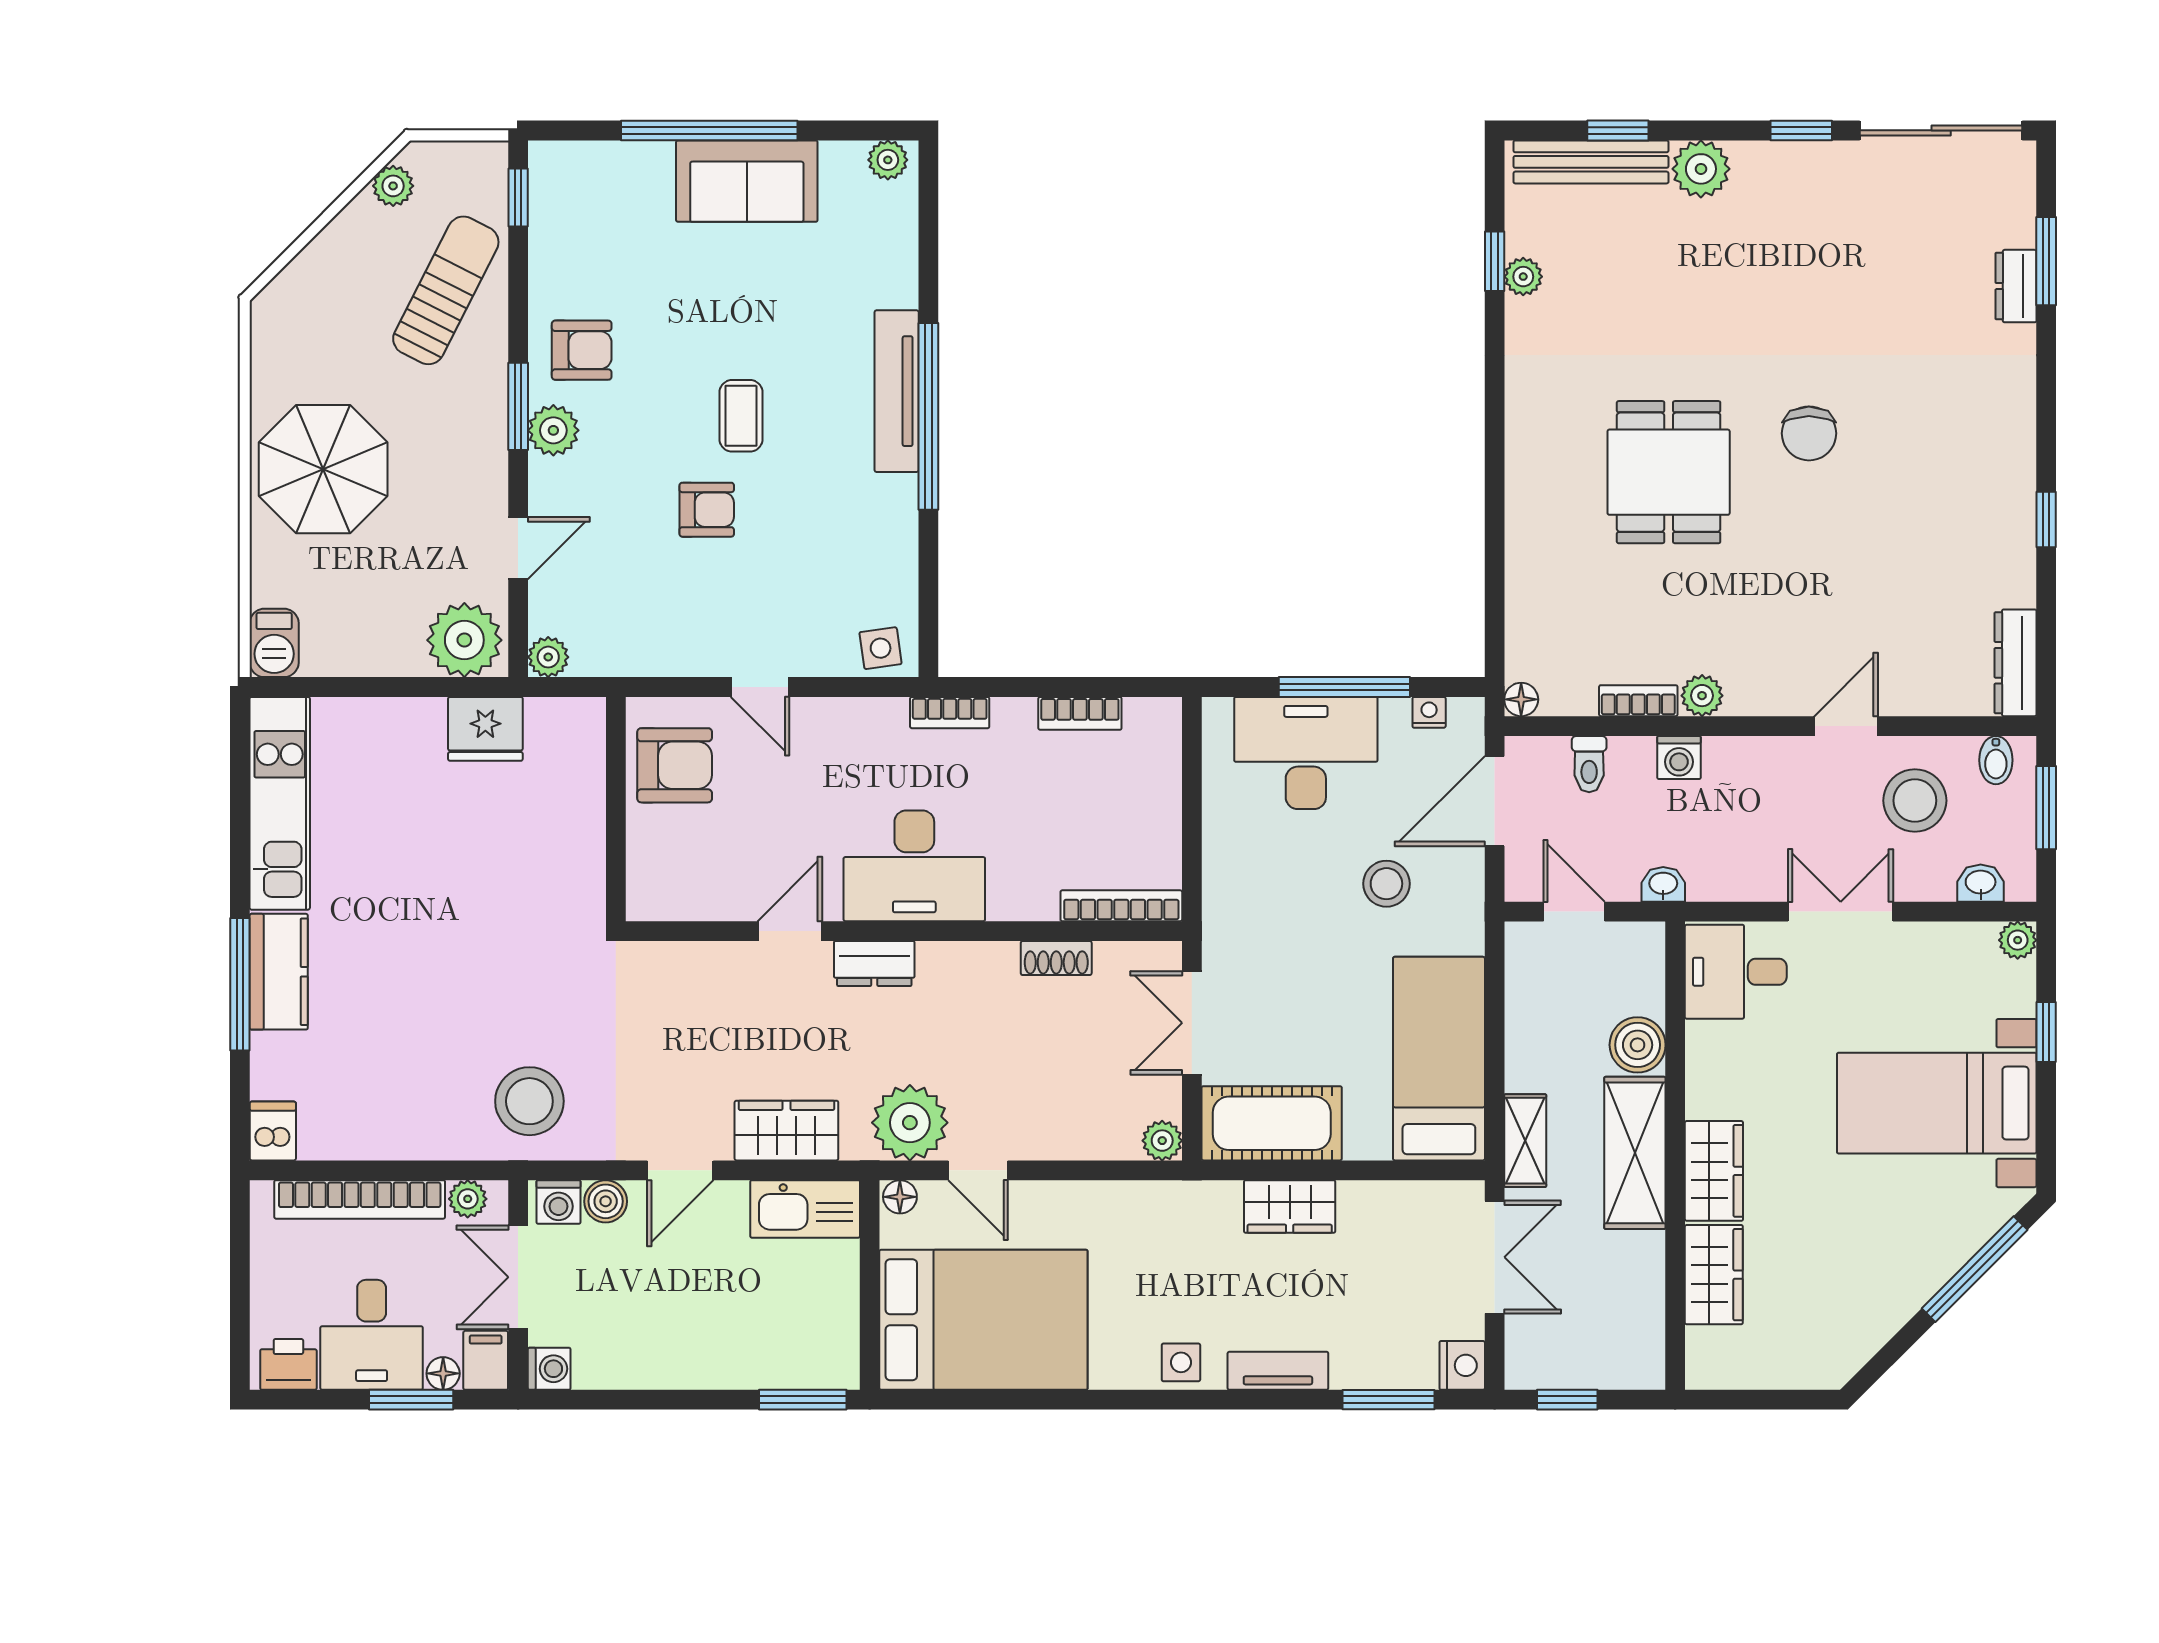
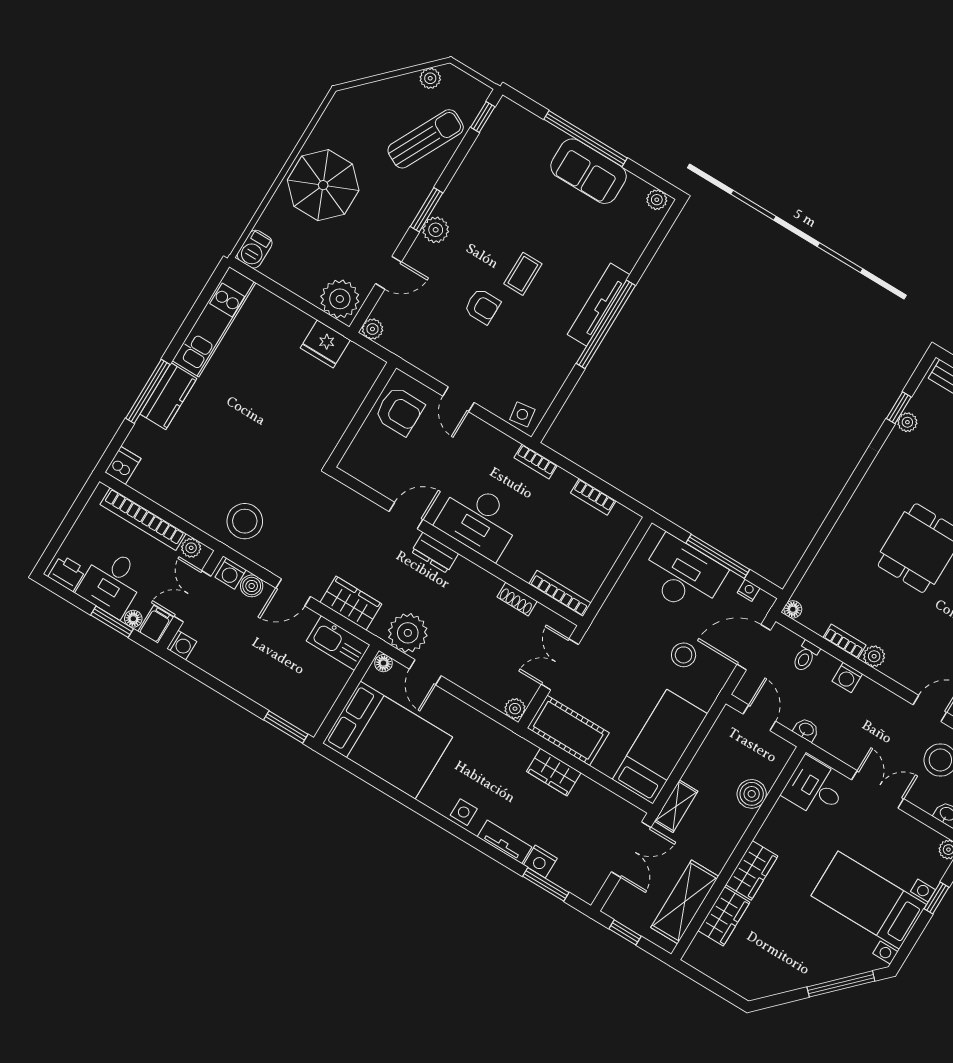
armchair: (582, 350) -> (470, 202), removed
shelving: (1635, 1153) -> (685, 902), moved
nightstand: (1462, 1365) -> (540, 862), moved, turned 90

